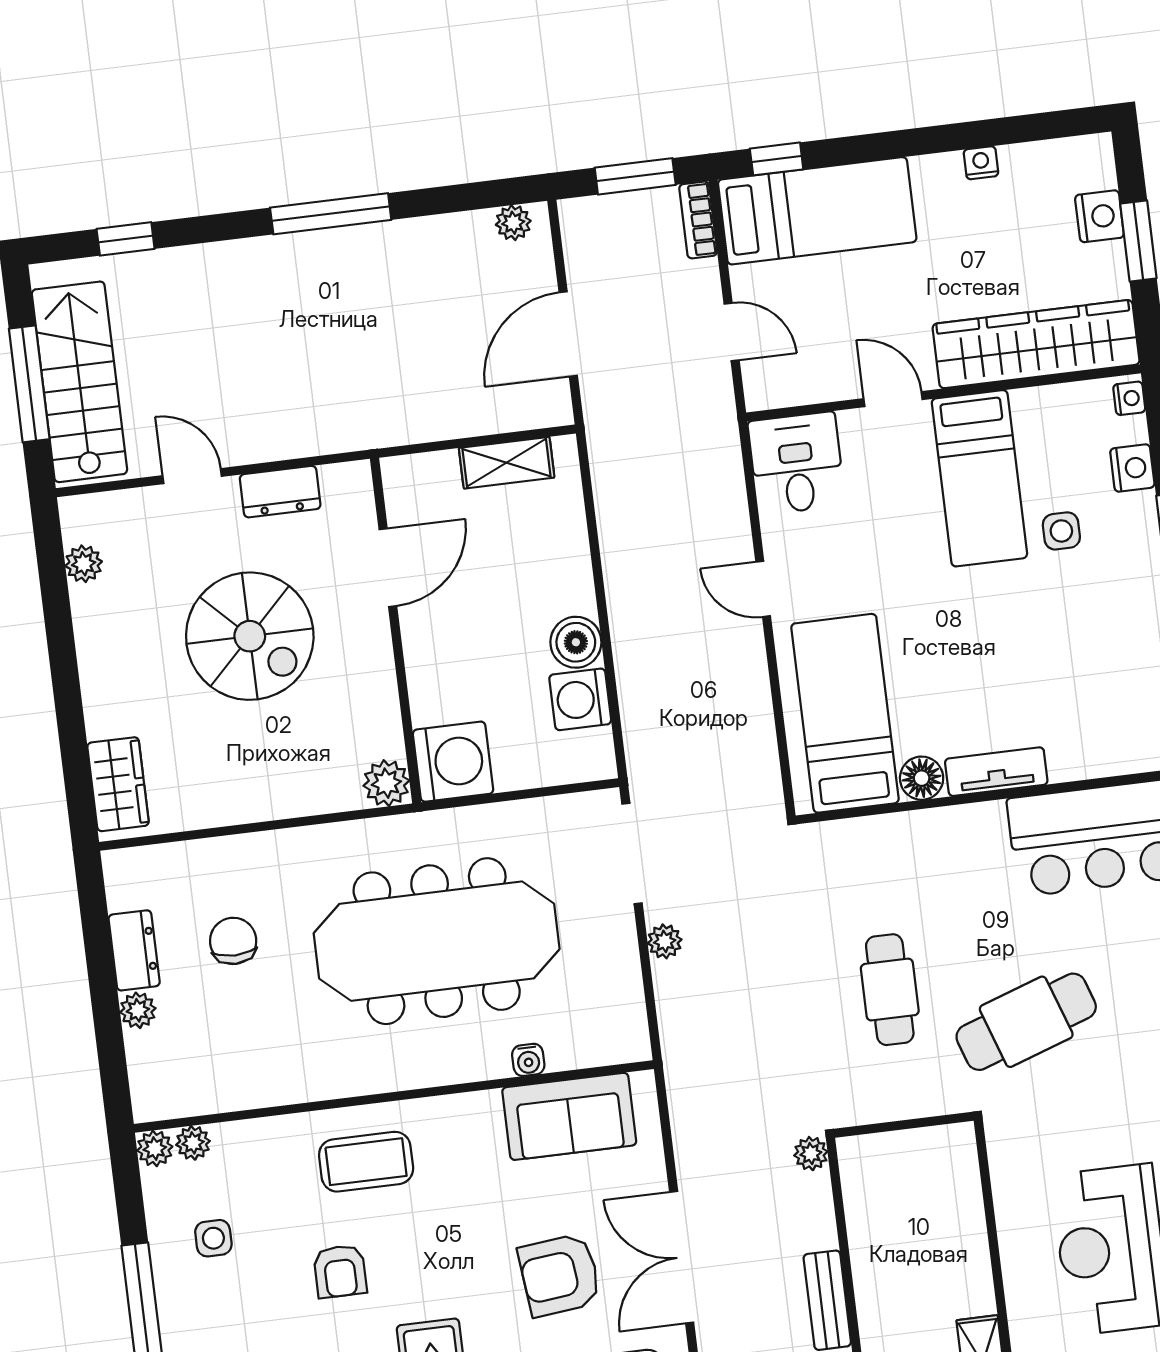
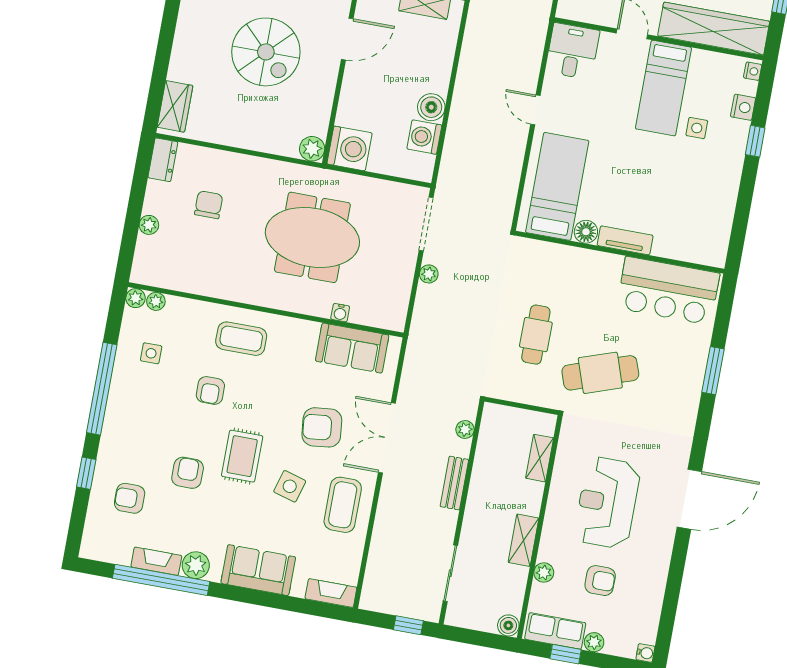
meeting table: (437, 941) -> (312, 237), width x0.73
dresser: (134, 950) -> (163, 160), moved
plant: (811, 1154) -> (465, 430), moved
shelving: (965, 1208) -> (540, 458), added

